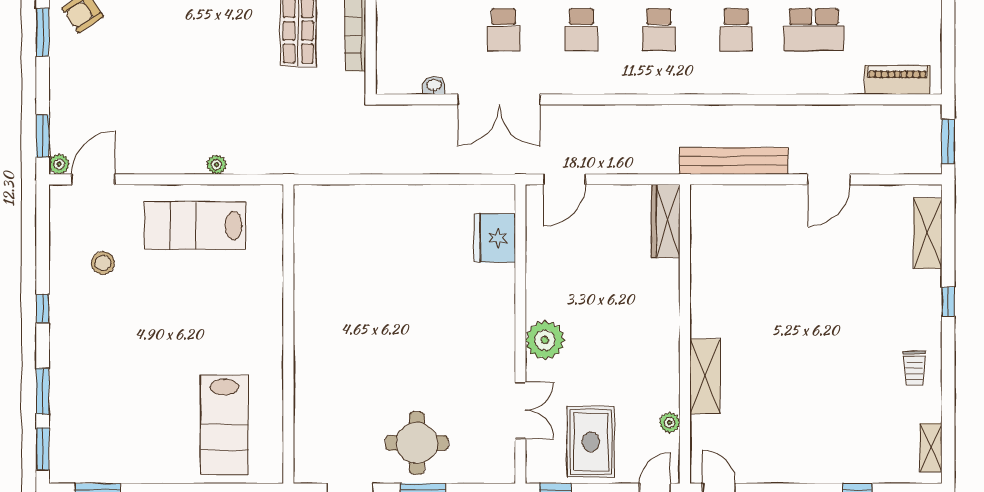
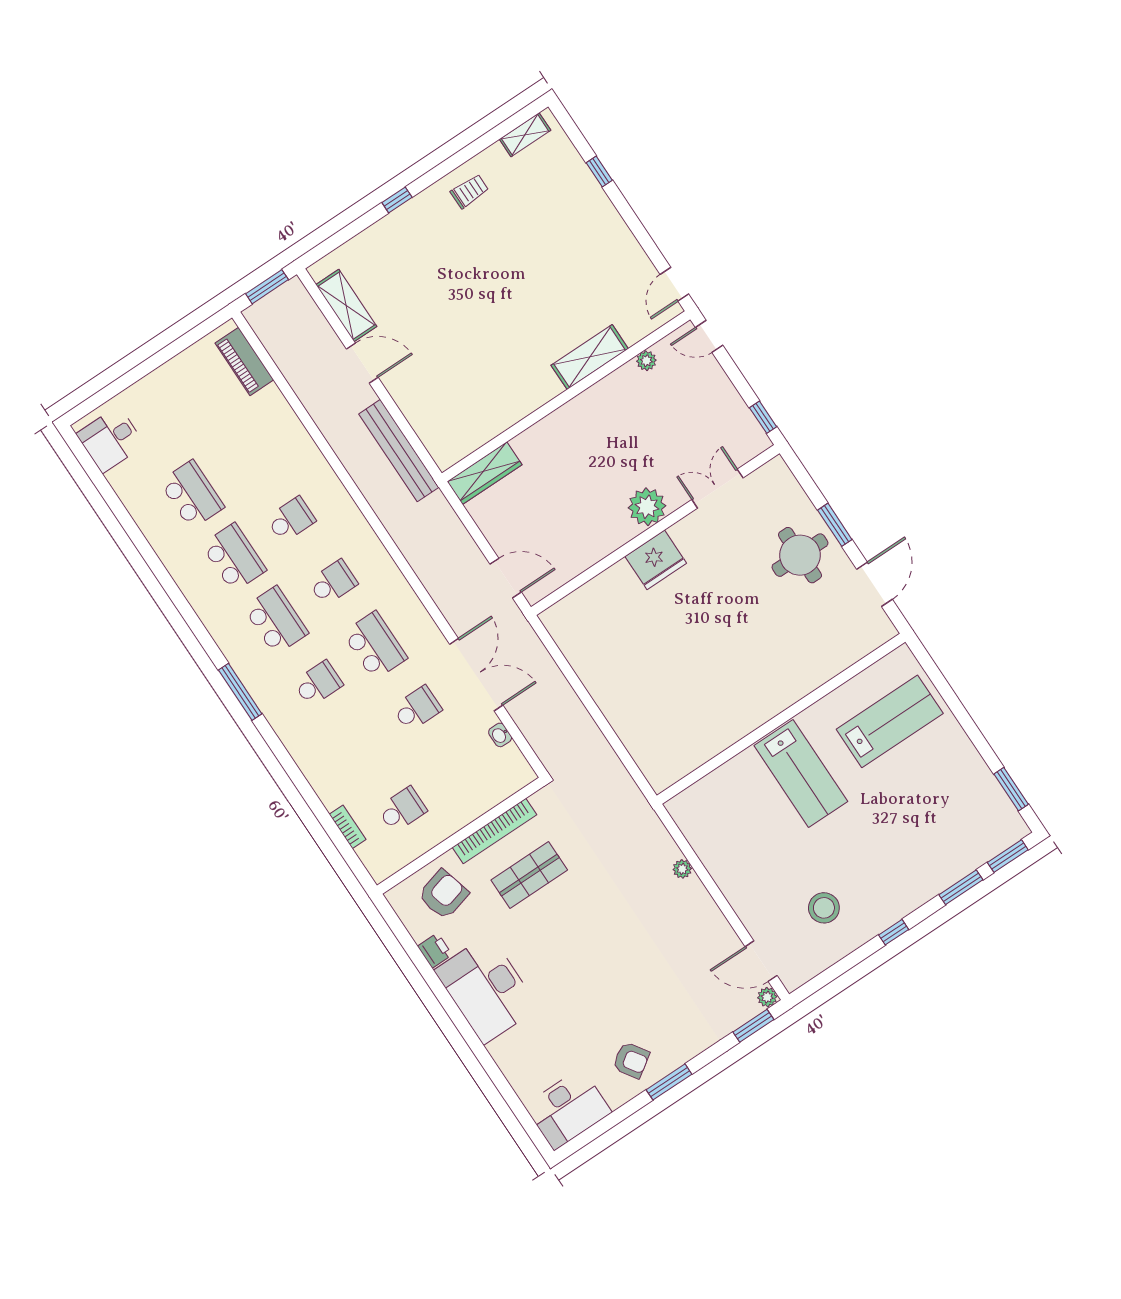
school desk: (581, 30) -> (375, 646), width x1.85
school desk: (814, 30) -> (249, 456), removed
lab bench: (195, 225) -> (801, 773), moved
shelving: (928, 233) -> (346, 306), moved, turned 90
fridge: (495, 238) -> (656, 560), moved
stool: (103, 263) -> (824, 908), width x1.38, depth x1.38
rug: (591, 442) -> (705, 414), removed

